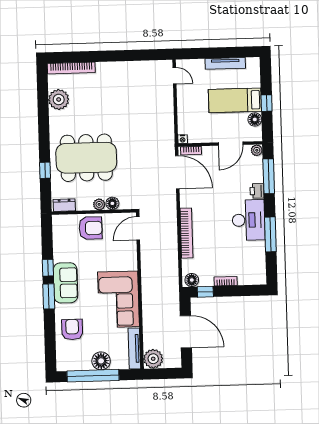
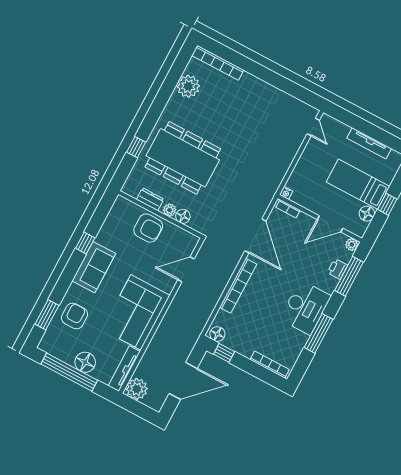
door: (177, 172) -> (255, 236), moved
printer: (257, 191) -> (337, 269), moved
dresser: (64, 205) -> (150, 199), moved
door: (138, 228) -> (186, 269), moved
bookcase: (226, 281) -> (270, 365), moved, width x1.56
window: (49, 296) -> (47, 315), moved
door: (186, 332) -> (183, 381), hinge flipped

